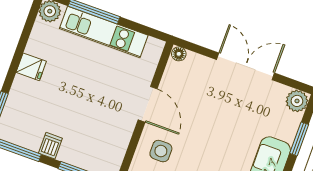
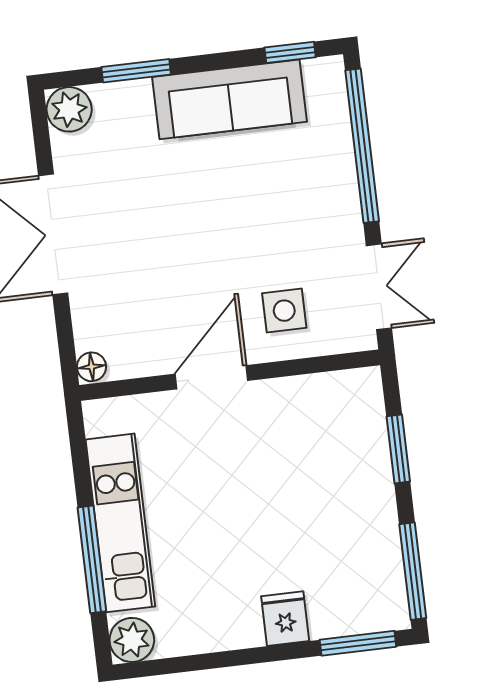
fridge: (31, 67) -> (285, 619), moved
dishwasher: (50, 146) -> (375, 516), removed

